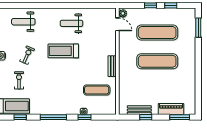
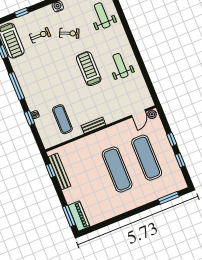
piano: (171, 109) -> (79, 216), moved
bench: (139, 110) -> (59, 171), width x1.36
window: (146, 117) -> (51, 171), moved

